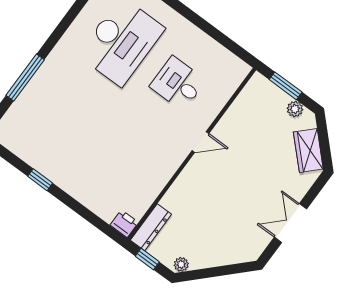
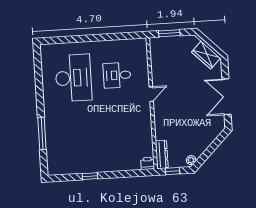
plant: (295, 109) -> (183, 41), removed
double door: (290, 223) -> (226, 97), width x1.37

